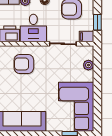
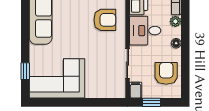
armchair: (24, 64) -> (105, 20), turned 90
plant: (88, 65) -> (104, 92), removed

